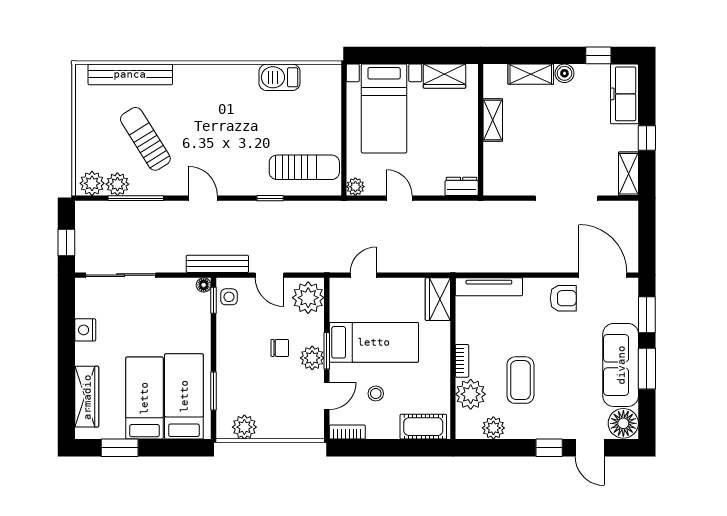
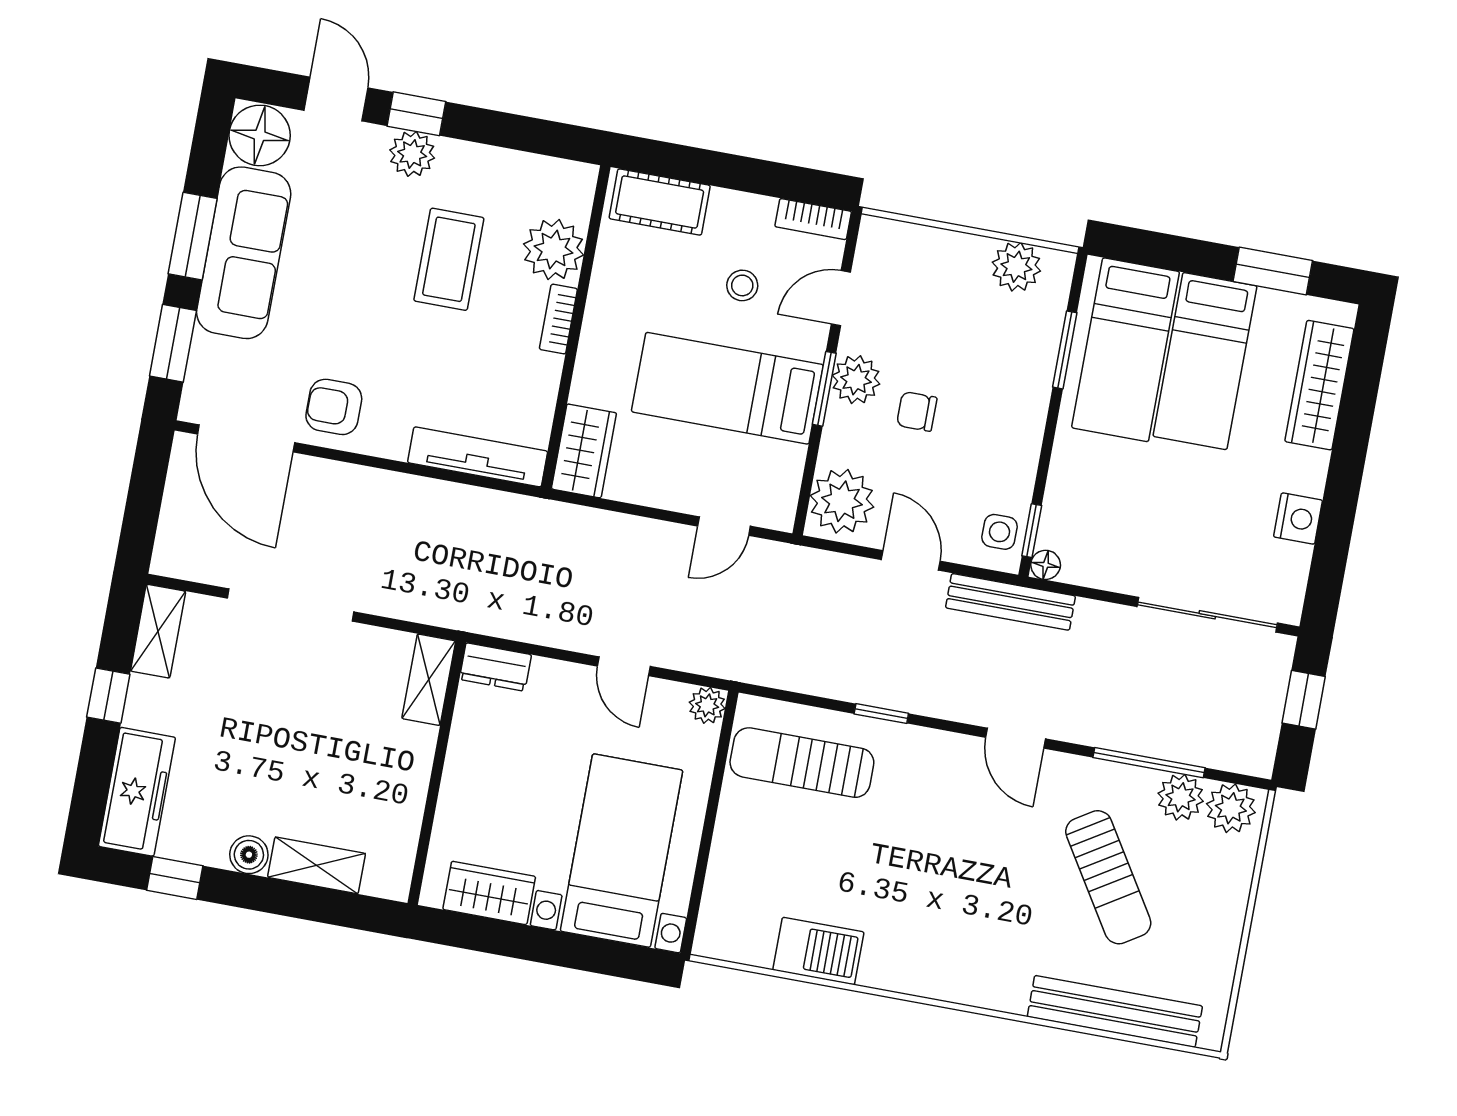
shelving: (493, 120) -> (429, 680), moved
plant: (493, 428) -> (412, 154), moved

